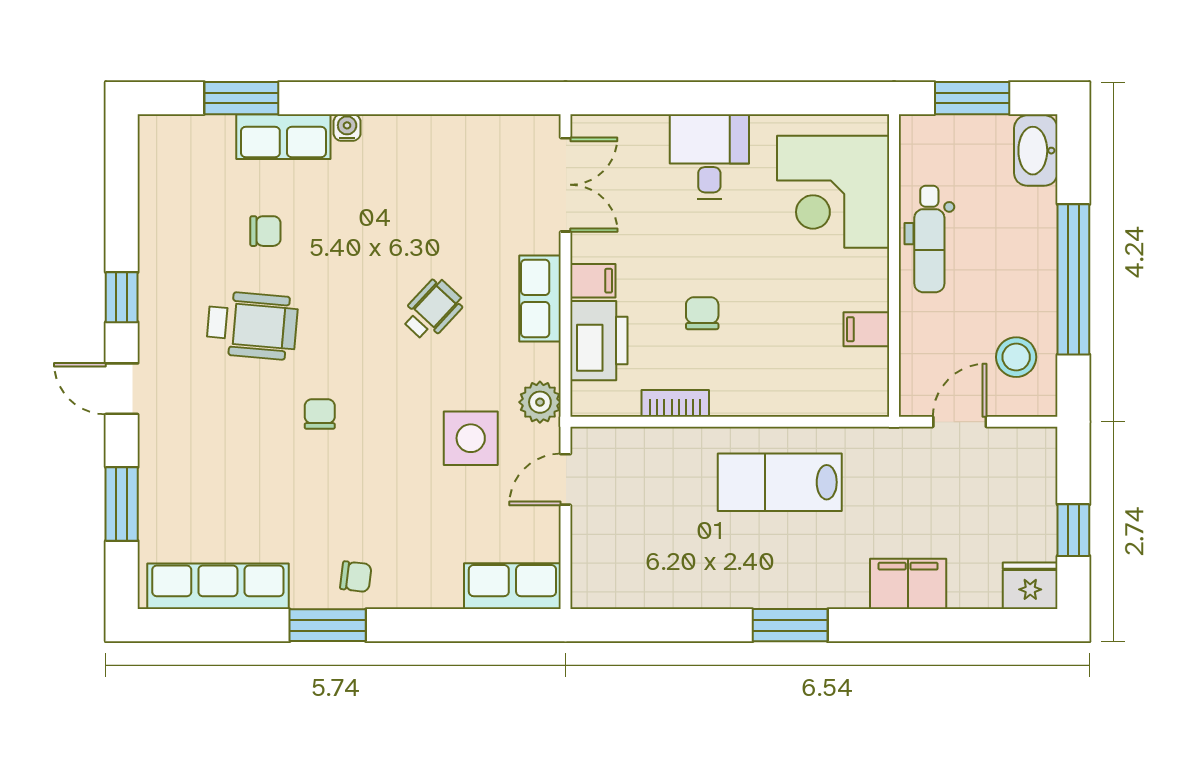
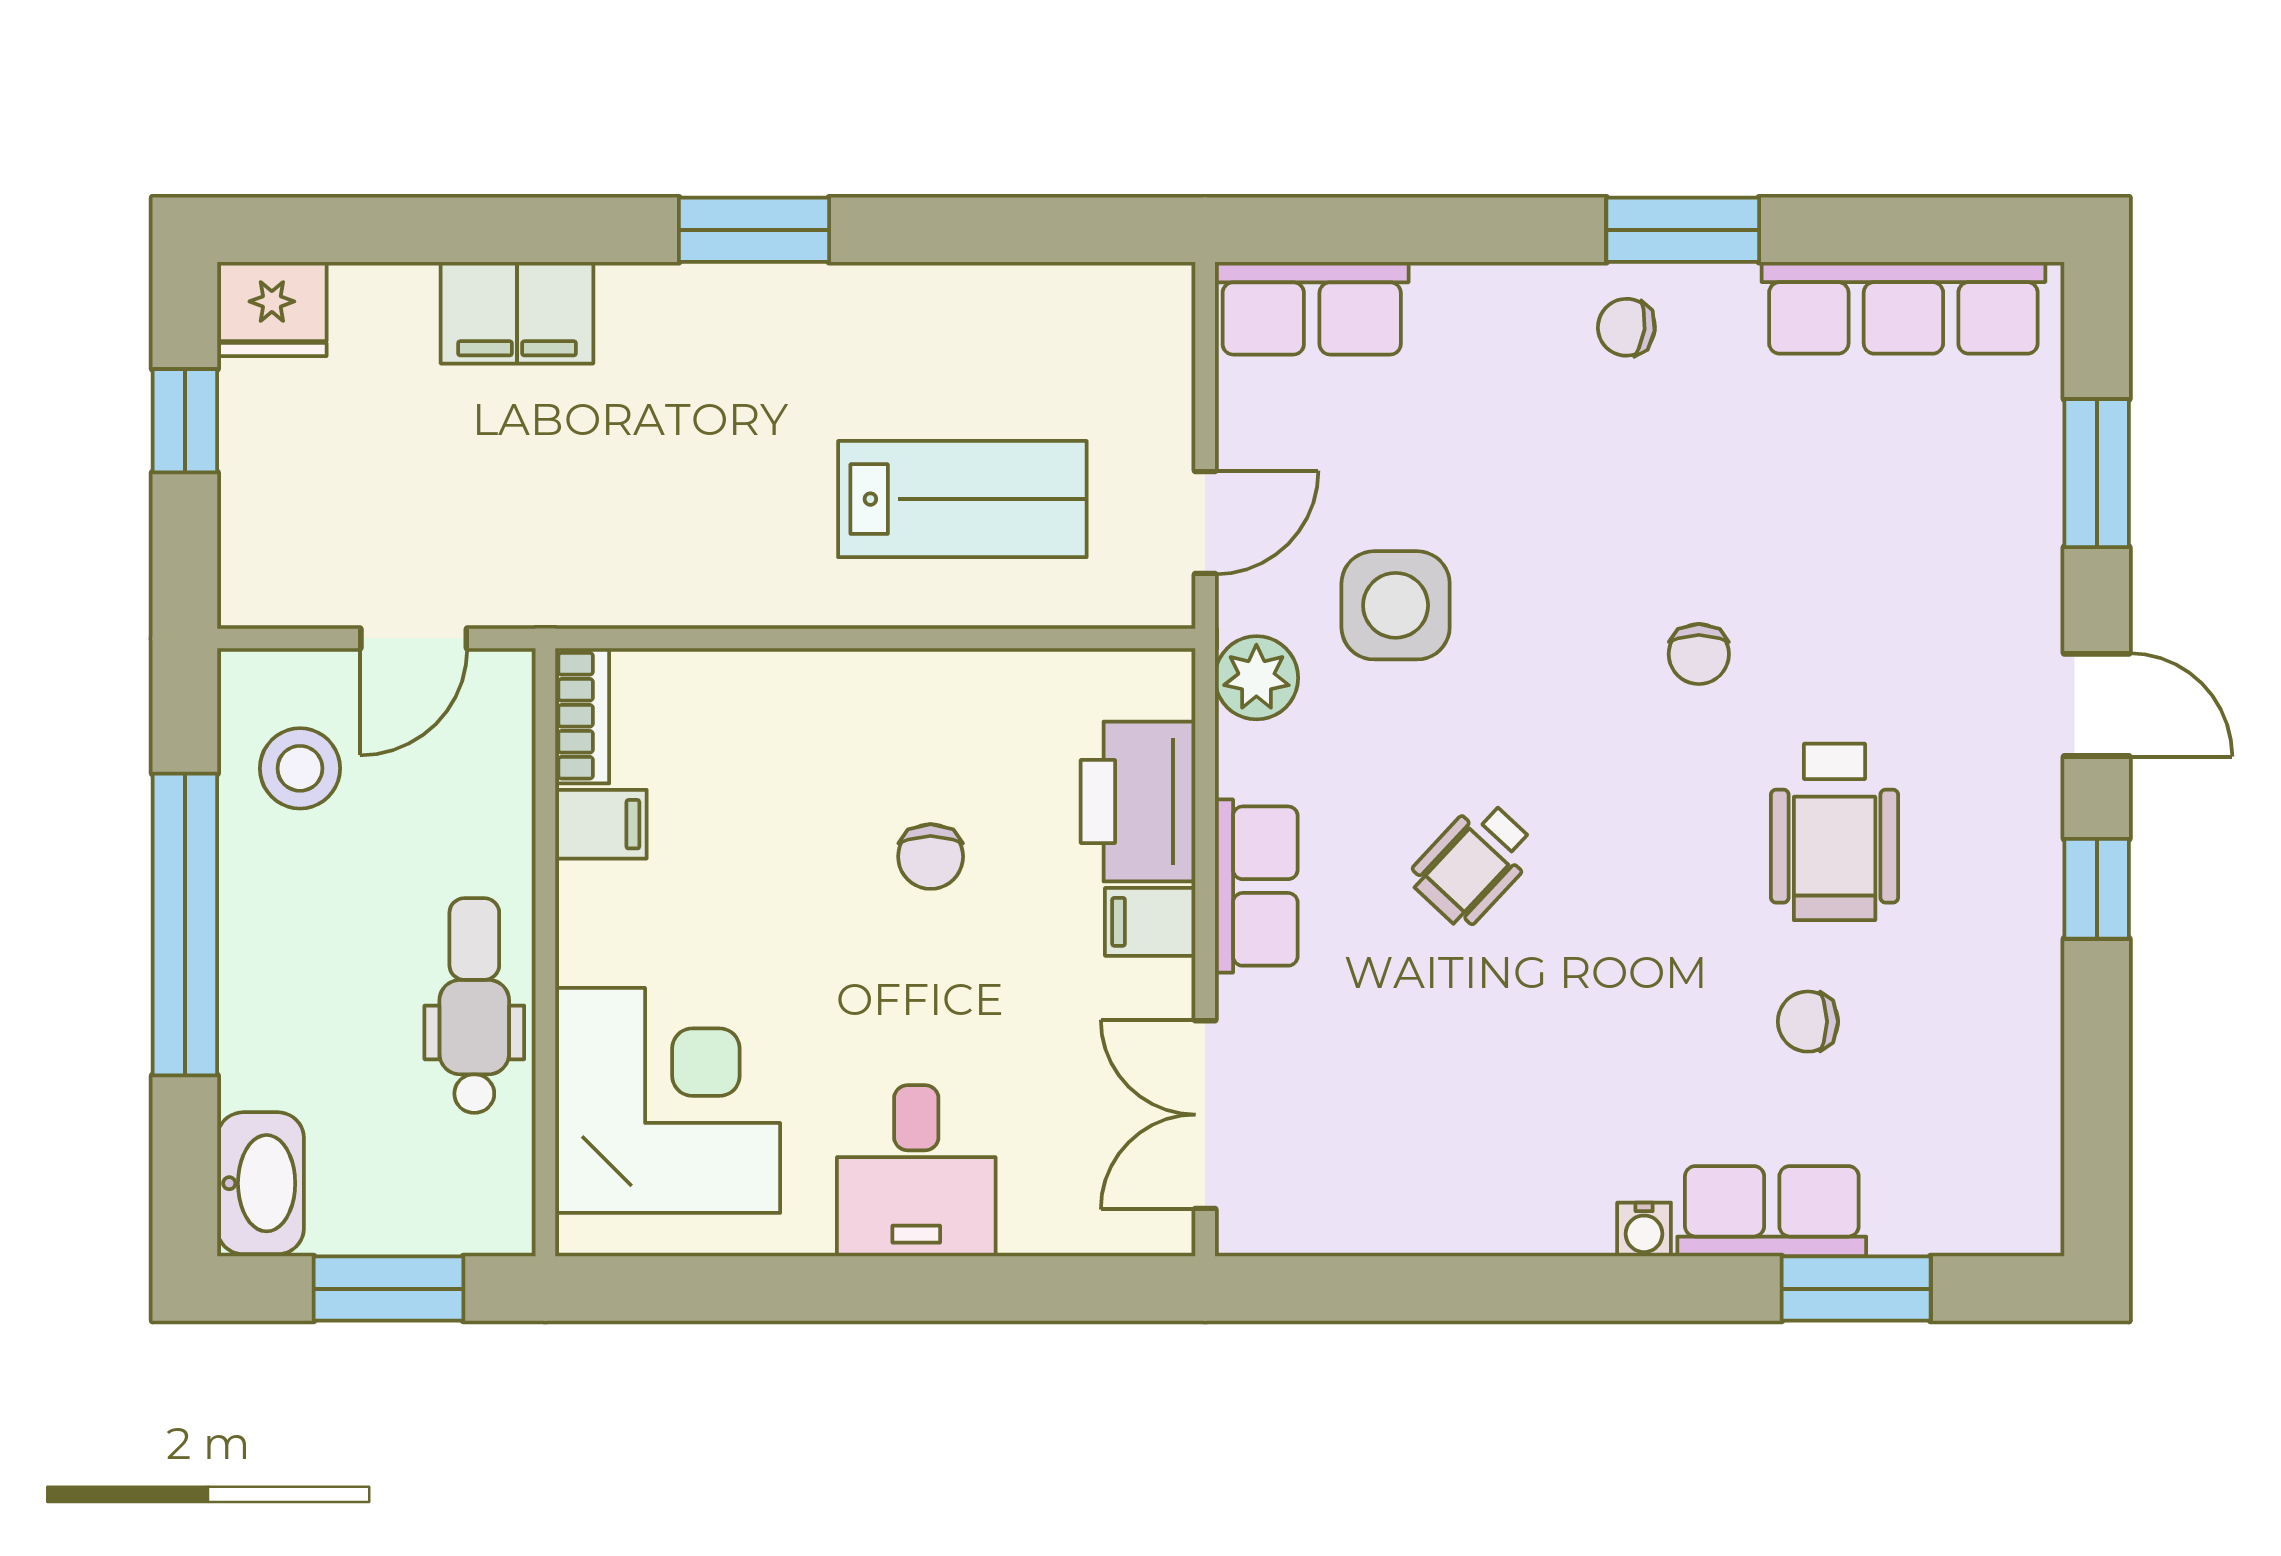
wheelchair: (252, 325) -> (1835, 832), turned -95
bookcase: (675, 403) -> (582, 716), moved, turned -90
lab bench: (780, 482) -> (962, 499), moved

